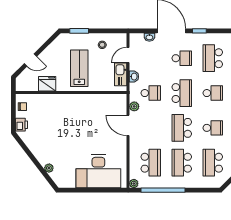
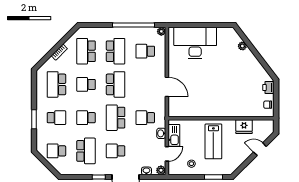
plant: (134, 106) -> (161, 170), moved
school desk: (151, 163) -> (145, 51), width x0.54
school desk: (213, 163) -> (86, 51), turned 180

